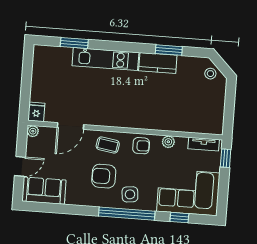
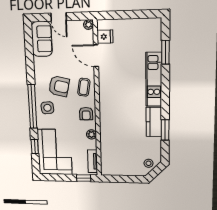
fridge: (36, 112) -> (105, 37), moved
armchair: (104, 176) -> (59, 86), turned 103

